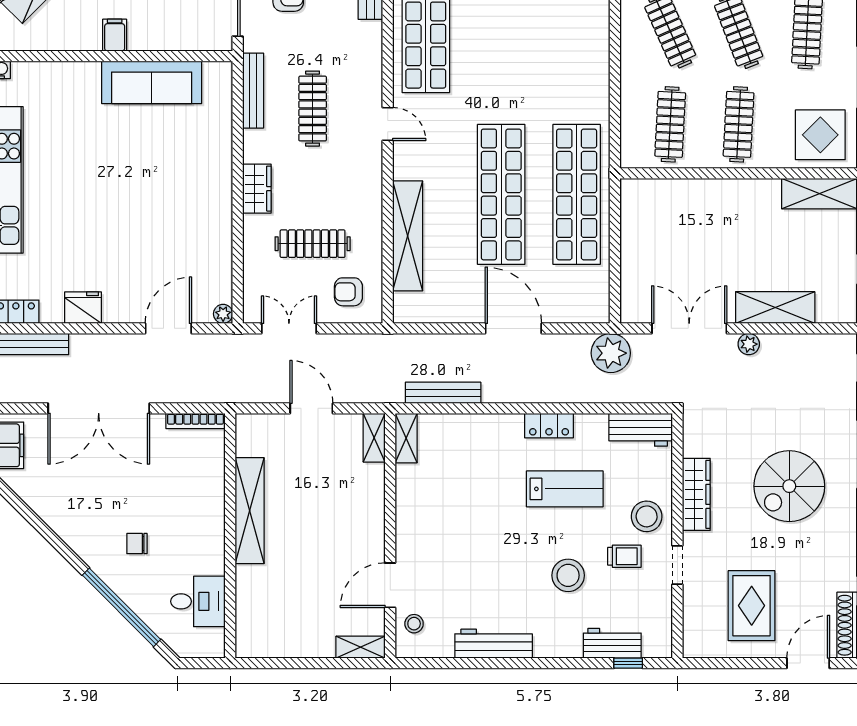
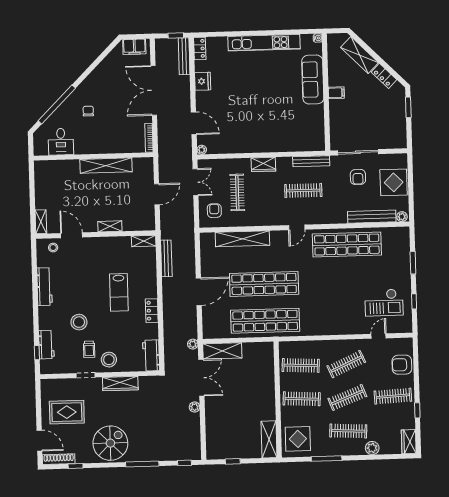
sofa: (152, 82) -> (313, 80), moved
shelving: (775, 308) -> (222, 351), moved, turned 90
plant: (611, 353) -> (193, 344), width x0.53, depth x0.53
shelving: (374, 438) -> (110, 226), moved
spiral stairs: (789, 486) -> (110, 443), moved, turned 90
lab bench: (565, 489) -> (119, 292), moved

